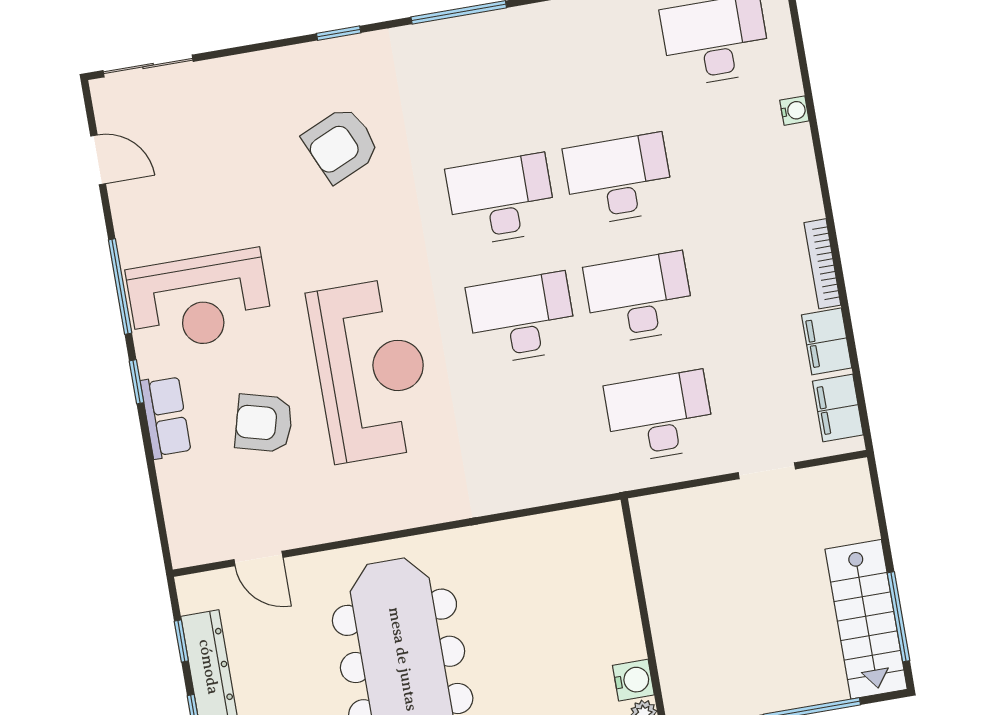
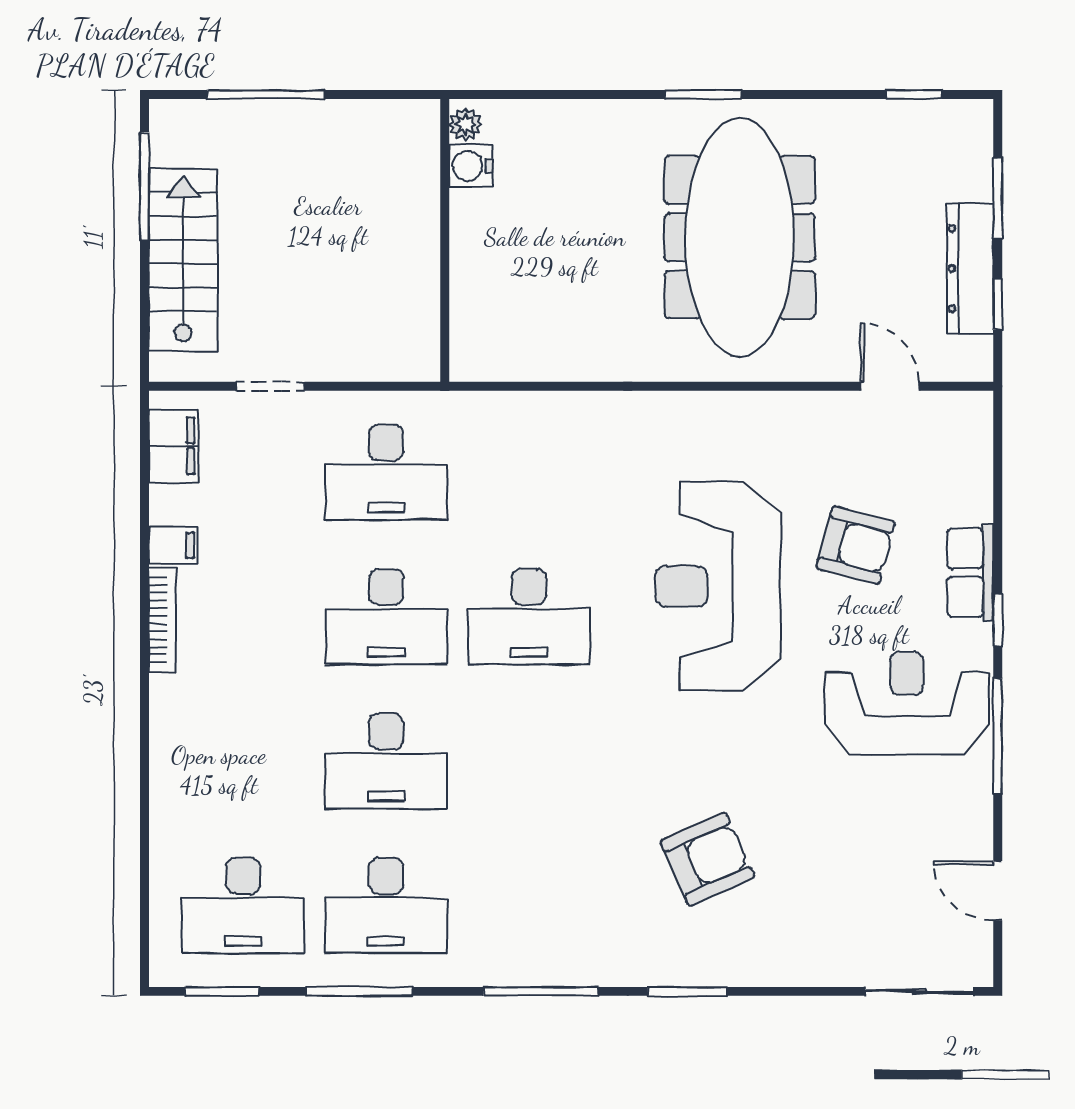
window: (339, 33) -> (687, 991), width x1.50
water cooler: (794, 111) -> (164, 807), removed
desk: (501, 200) -> (386, 905), moved
filing cabinet: (827, 341) -> (173, 545), width x0.50
stairs: (866, 619) -> (183, 260), moved

